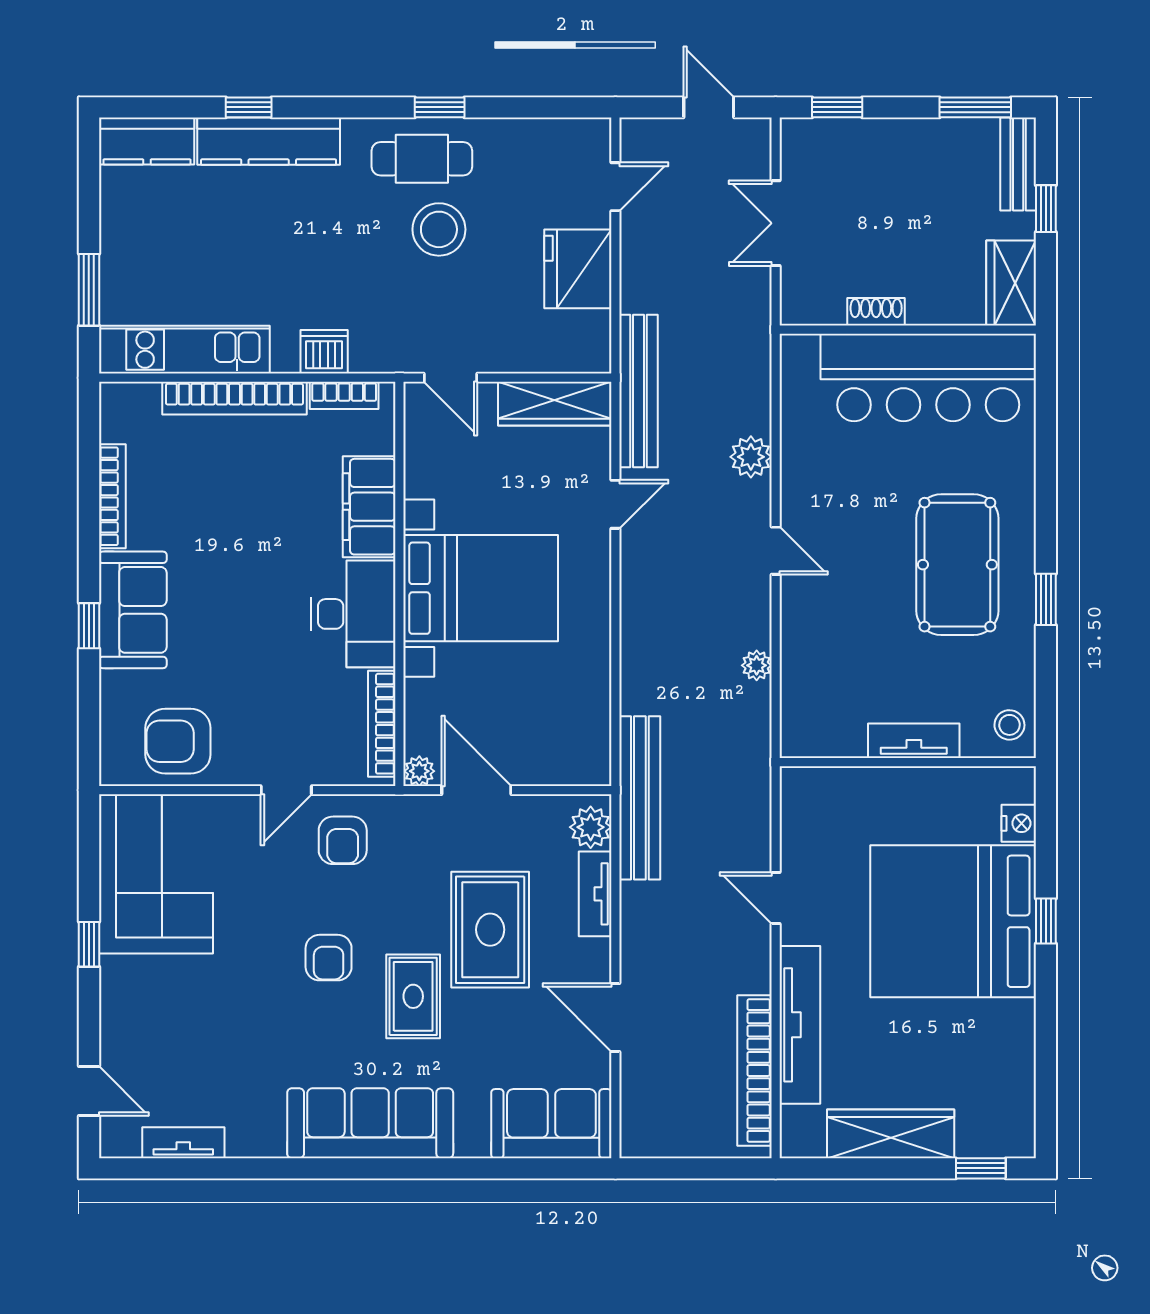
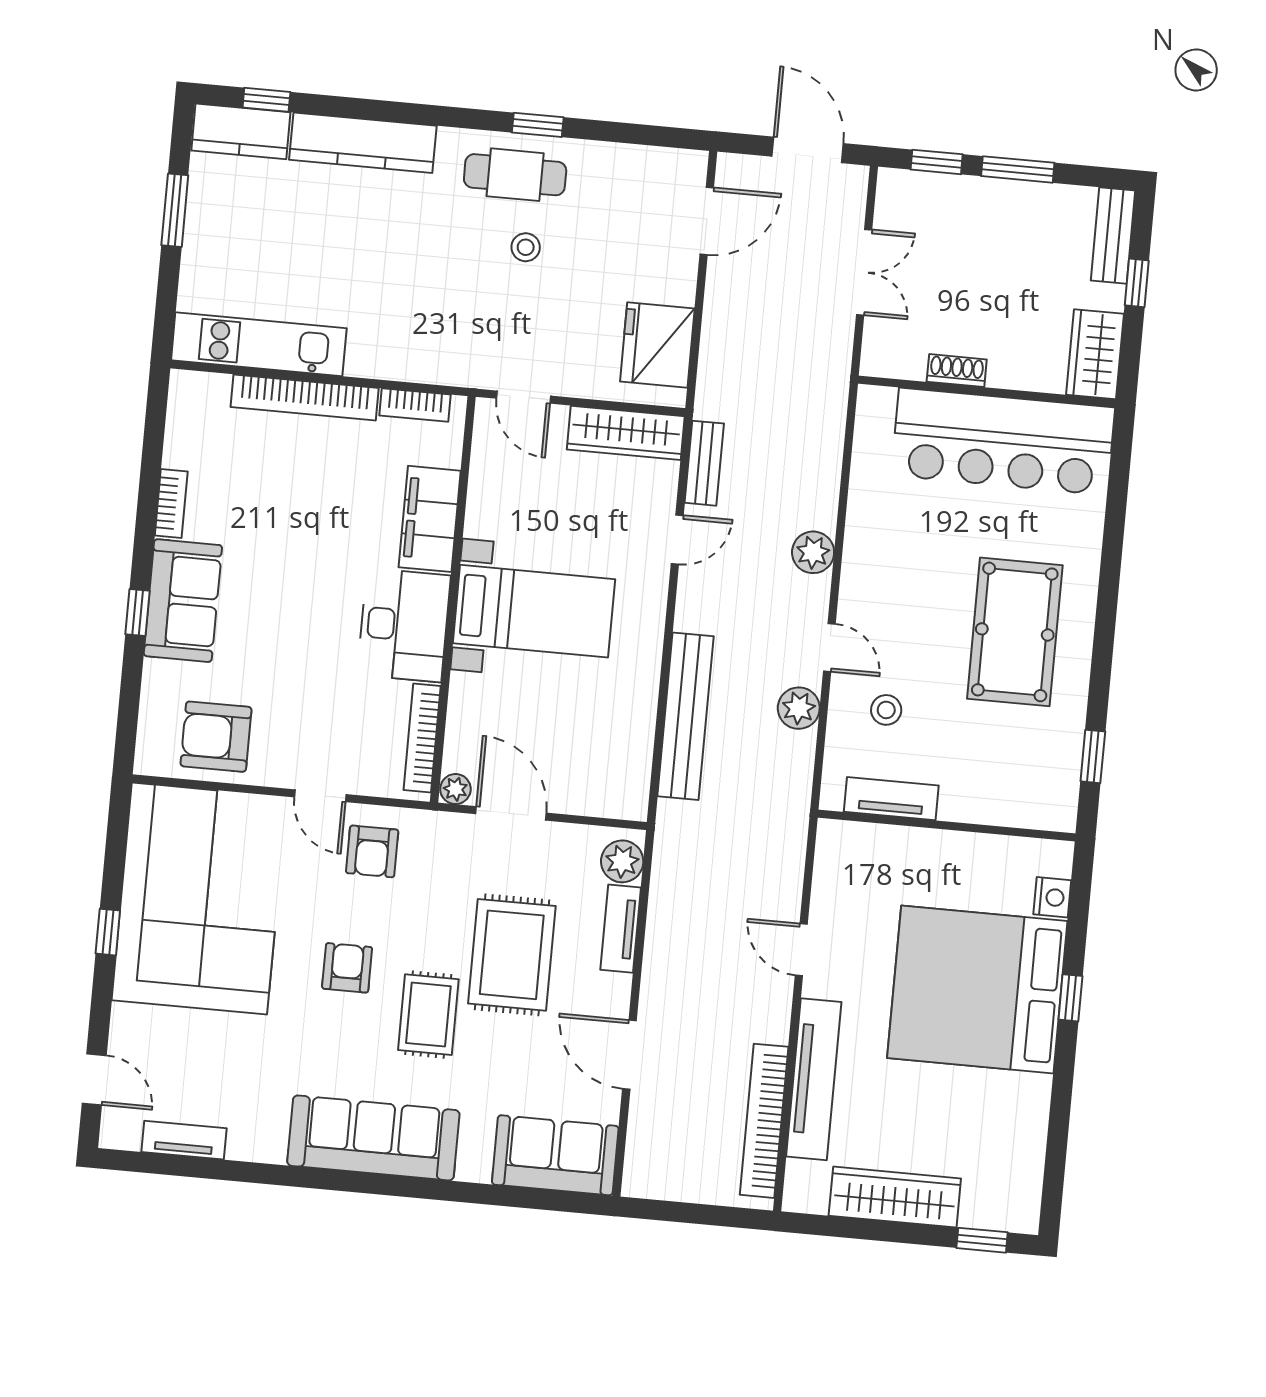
window: (249, 107) -> (266, 100), moved
door: (709, 107) -> (808, 150), width x1.38
window: (975, 107) -> (1018, 169), moved
door: (615, 187) -> (707, 221), width x1.38
double door: (776, 223) -> (864, 272), swing flipped
stool: (439, 229) -> (526, 247), width x0.53, depth x0.53
fridge: (578, 269) -> (657, 345), moved
window: (89, 290) -> (175, 210), moved
dishwasher: (324, 352) -> (399, 359), removed
bench: (639, 391) -> (704, 463), width x0.54, depth x0.82
plant: (751, 457) -> (813, 552), moved
bookcase: (112, 496) -> (171, 503), width x0.64
door: (776, 551) -> (829, 647), moved
bed with nightstands: (481, 588) -> (534, 611), width x0.73
window: (1046, 599) -> (1093, 756), moved
plant: (757, 665) -> (799, 708), width x1.38, depth x1.38
stool: (1009, 725) -> (886, 710), moved
tv unit: (914, 741) -> (891, 799), moved
door: (286, 790) -> (320, 796), hinge flipped
bench: (640, 798) -> (685, 716), moved
corner sofa: (156, 874) -> (199, 899), width x1.36, depth x1.36
armchair: (329, 958) -> (347, 968), turned 180

